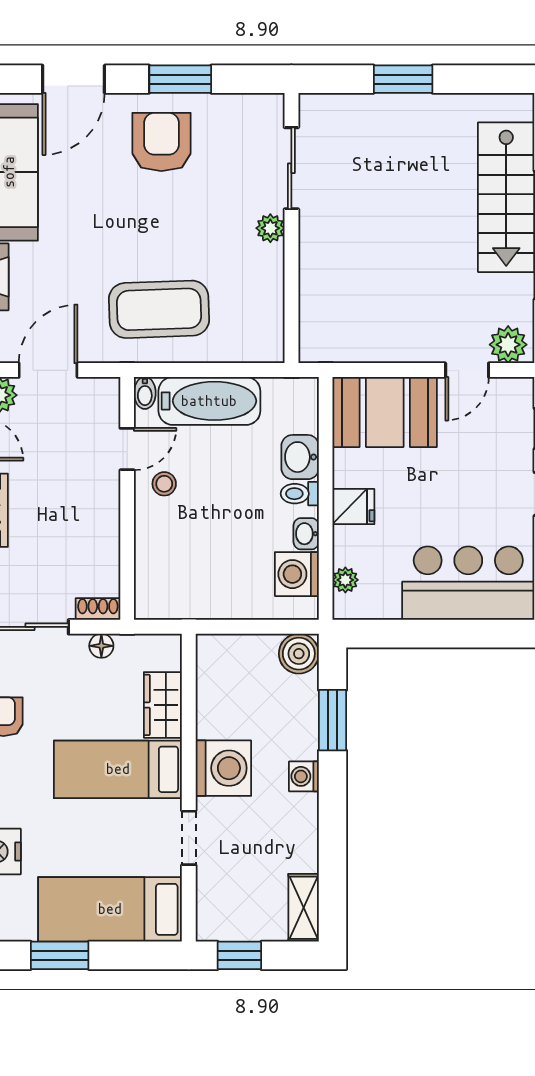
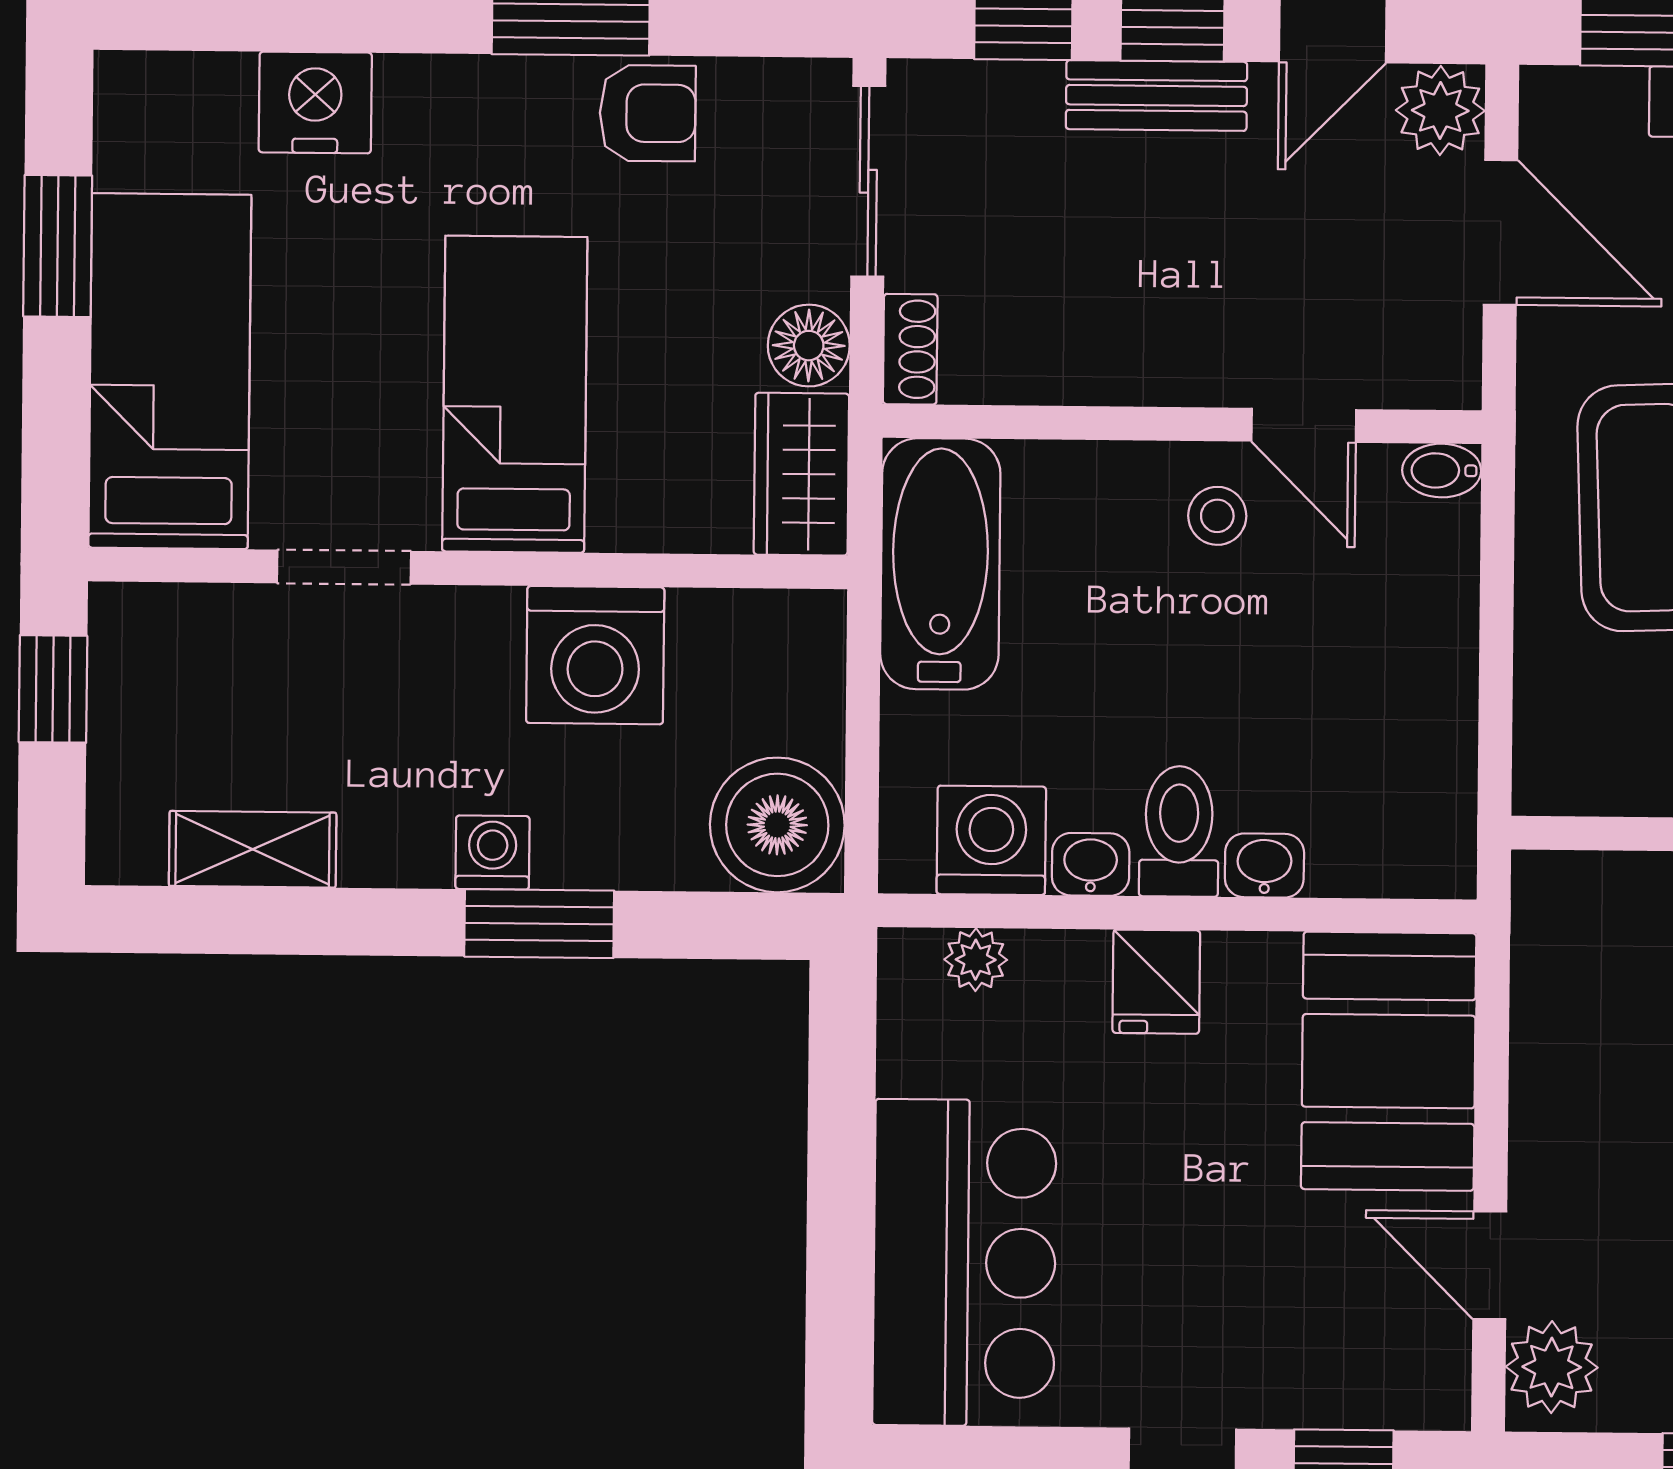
bathtub: (209, 401) -> (940, 564), moved, turned 180
washbasin: (300, 457) -> (1264, 866), width x0.72, depth x0.69
toilet: (300, 494) -> (1179, 831), width x1.37, depth x1.39
floor lamp: (101, 646) -> (809, 346), width x1.37, depth x1.37
boiler: (299, 654) -> (777, 825), width x1.37, depth x1.37
wardrobe: (163, 705) -> (801, 474), moved, turned -90
window: (332, 720) -> (539, 924), moved
washing machine: (223, 768) -> (595, 655), moved
shelving: (304, 908) -> (253, 849), moved

